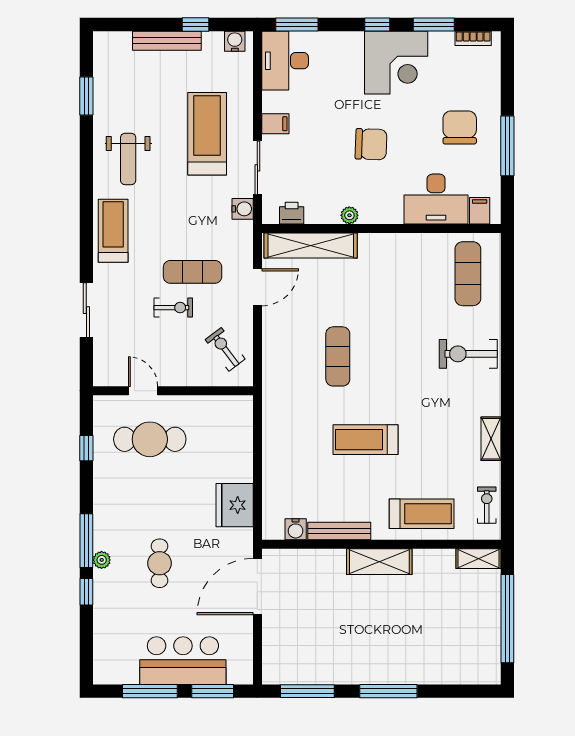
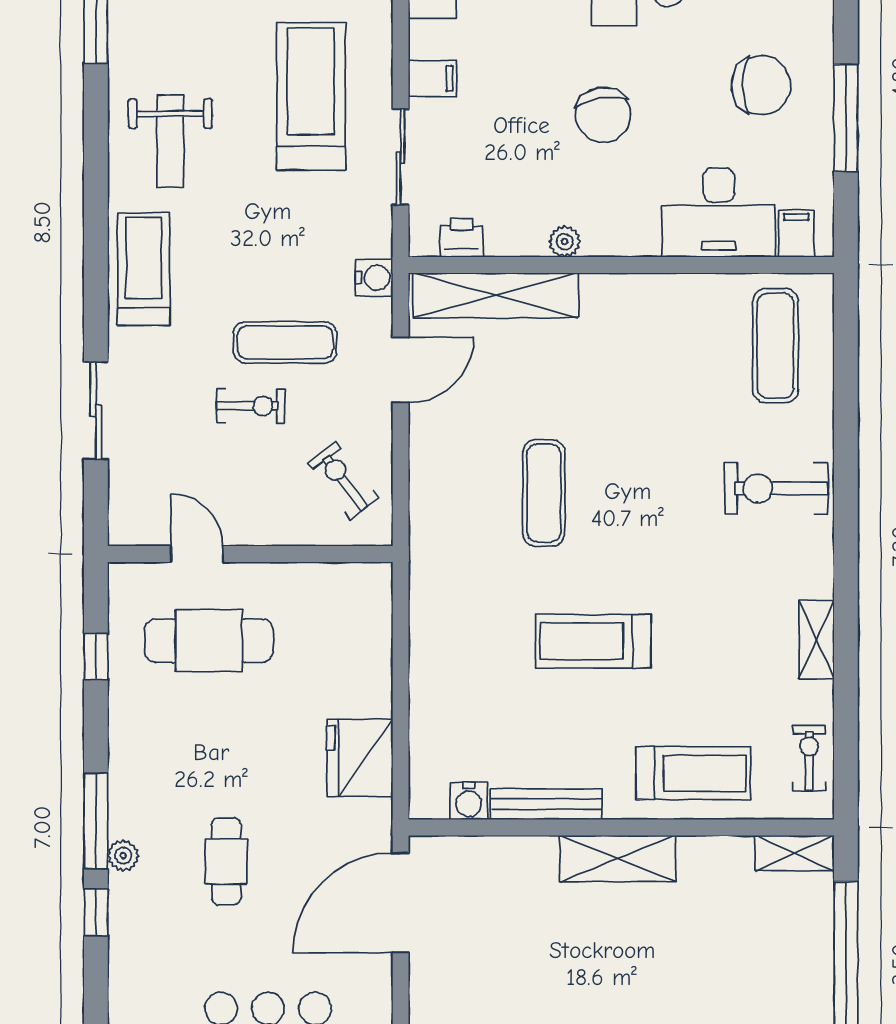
chair: (460, 127) -> (761, 85), turned 90
chair: (371, 144) -> (603, 115), turned 78
water cooler: (243, 209) -> (374, 278), moved

